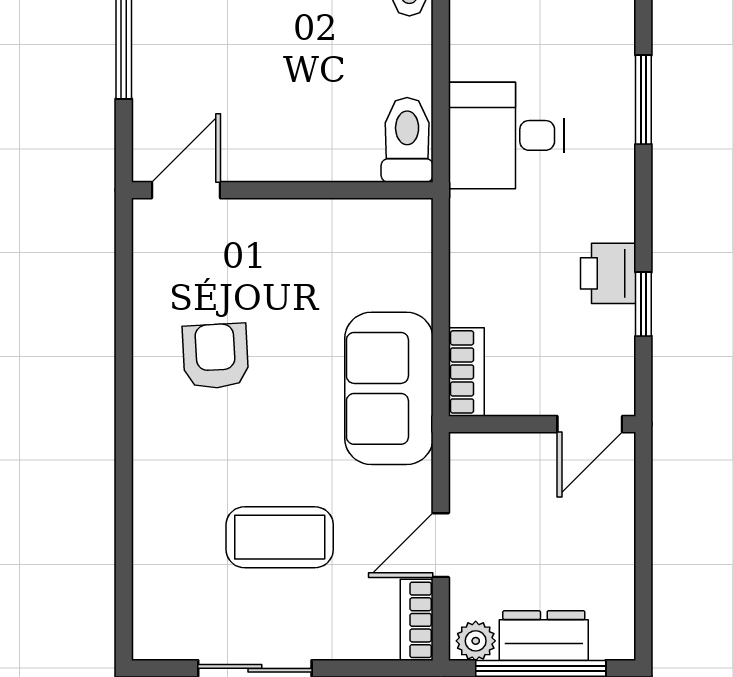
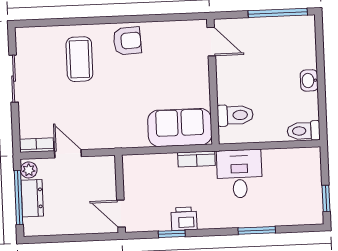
toilet: (407, 140) -> (235, 115), moved
armchair: (215, 356) -> (127, 41), moved
bookcase: (466, 372) -> (196, 159), moved
sofa: (389, 388) -> (180, 127), moved
coffee table: (280, 537) -> (79, 59), moved

